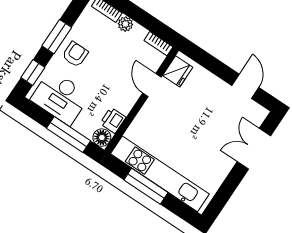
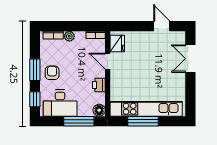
printer: (113, 120) -> (99, 85), moved

